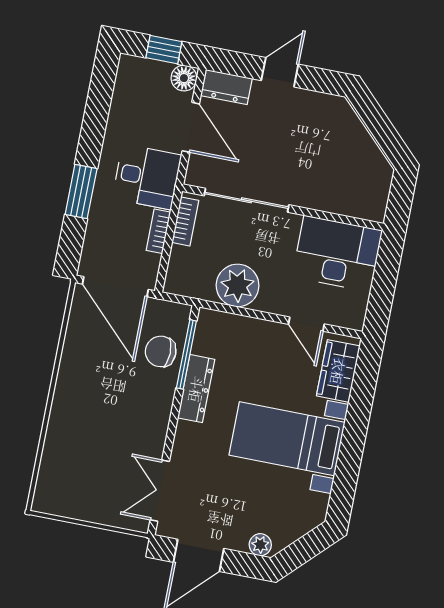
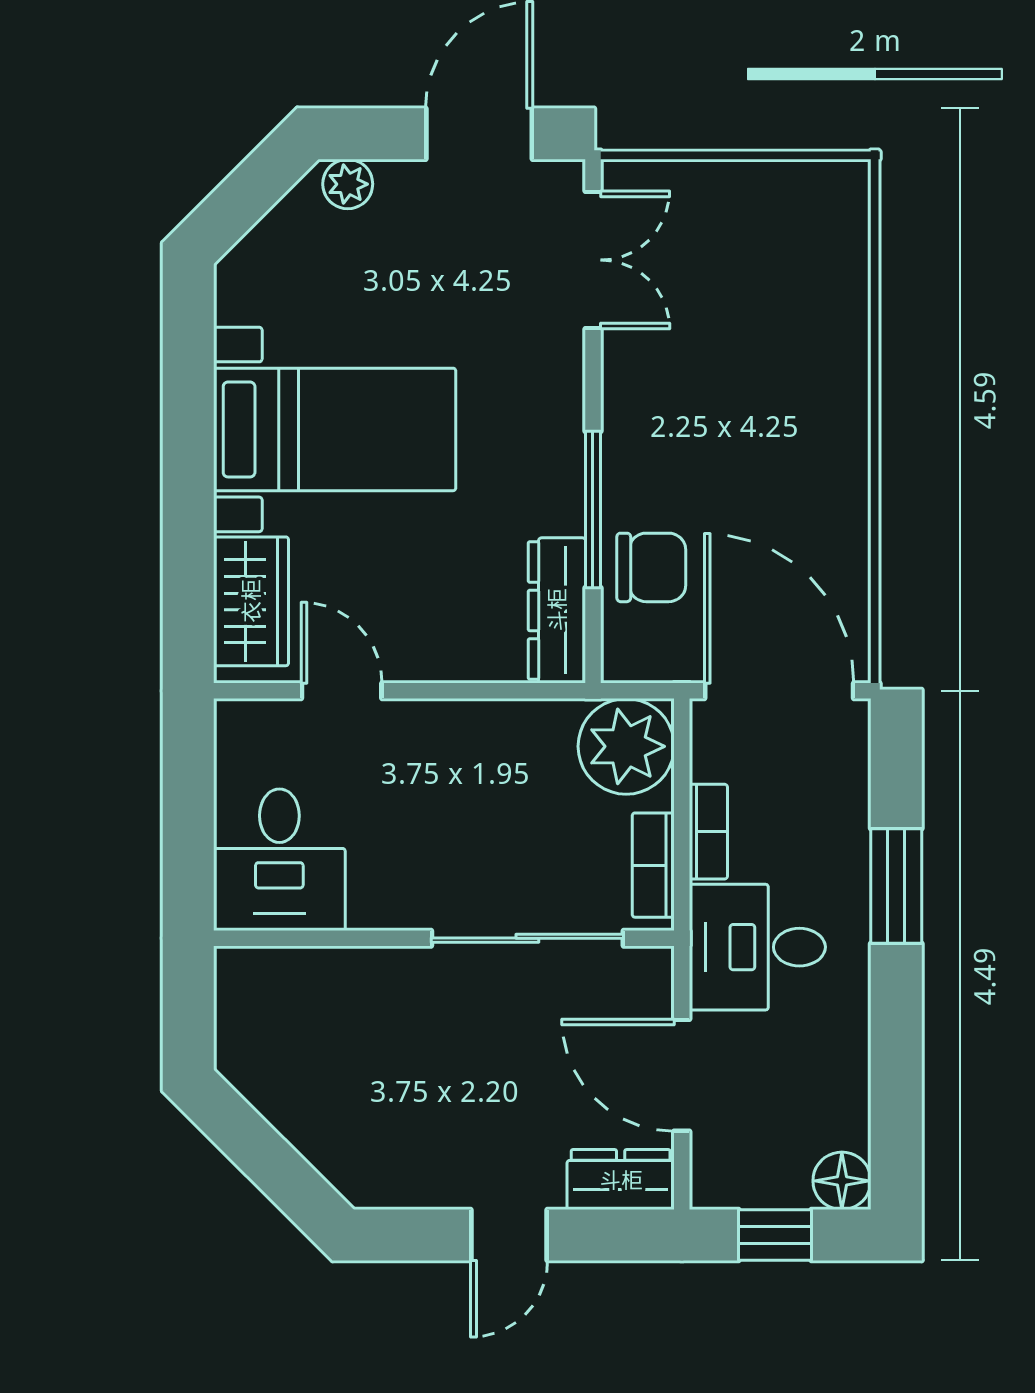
floor lamp: (184, 78) -> (842, 1181), moved
desk: (337, 254) -> (279, 860), width x0.73
plant: (238, 285) -> (626, 746), moved
window: (186, 354) -> (593, 510), moved
dresser: (196, 389) -> (557, 610), moved

